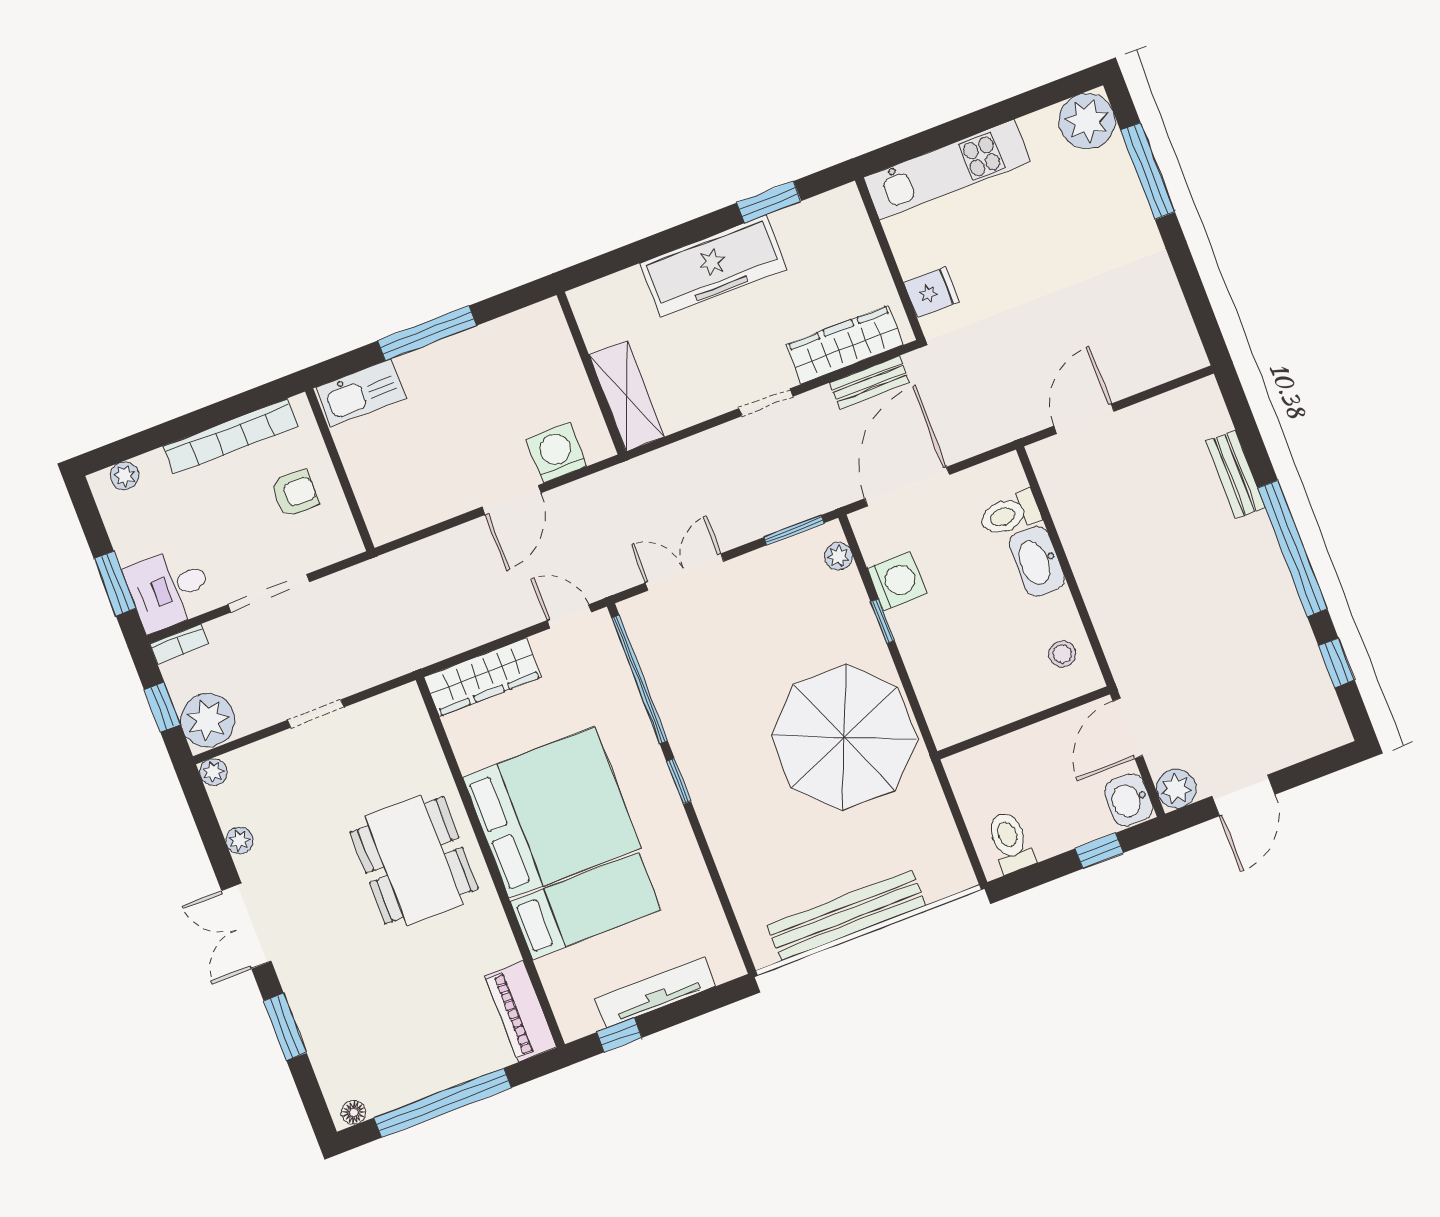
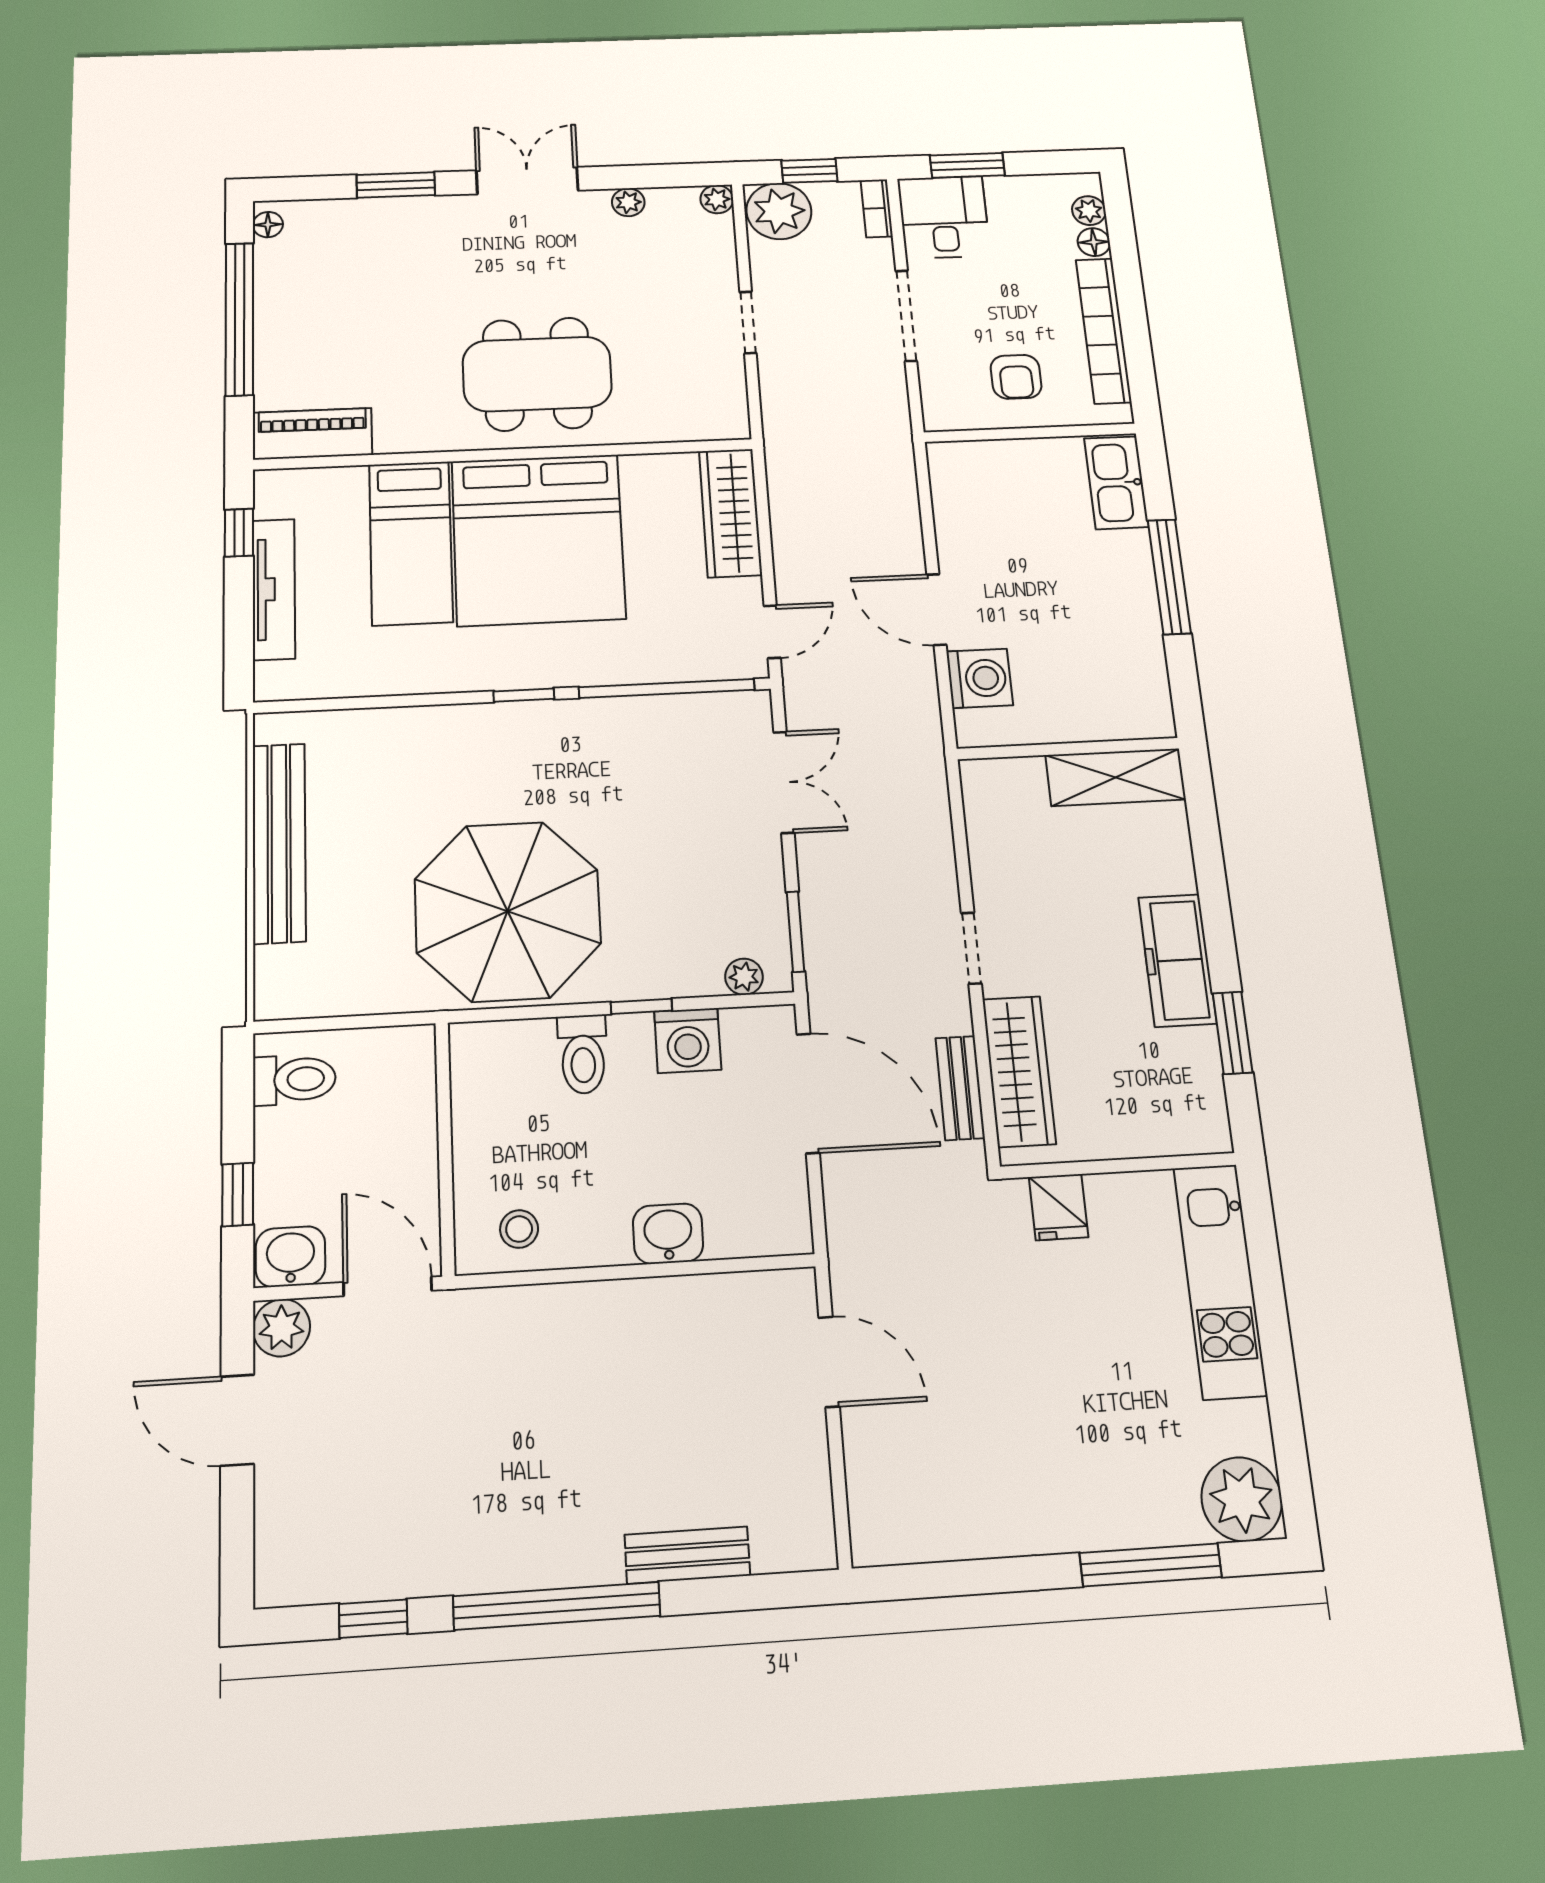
freezer: (713, 266) -> (1177, 960), width x0.73, depth x0.79
shelving: (627, 396) -> (1116, 777), moved
floor lamp: (153, 464) -> (1094, 242), added
toilet: (1010, 514) -> (583, 1054), moved, turned 180
washbasin: (1037, 561) -> (668, 1234), width x0.72

